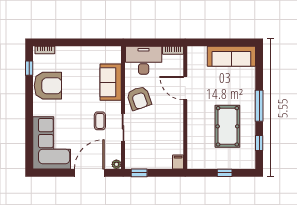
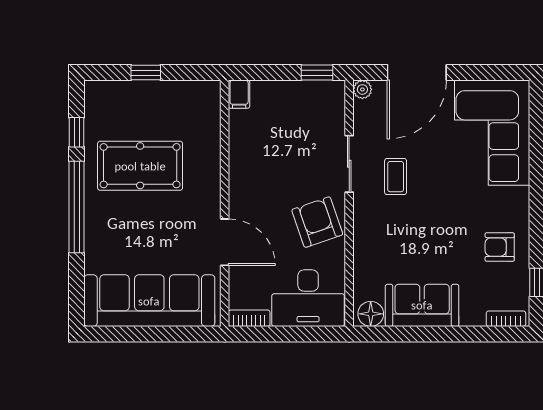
floor lamp: (112, 52) -> (371, 314), added
sofa: (231, 56) -> (149, 301), width x1.36, depth x1.27
sofa: (111, 82) -> (422, 305), moved, turned -90
armchair: (48, 86) -> (500, 247), width x0.53, depth x0.53
window: (259, 106) -> (77, 207), width x1.46
pool table: (227, 126) -> (140, 166), turned 90

